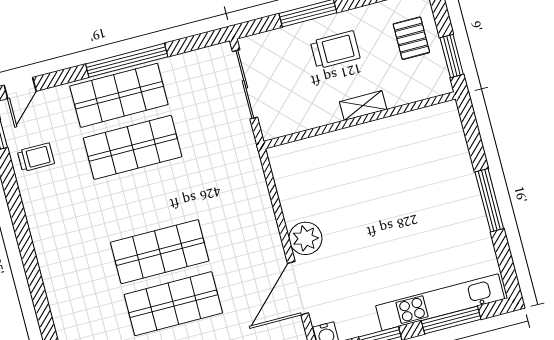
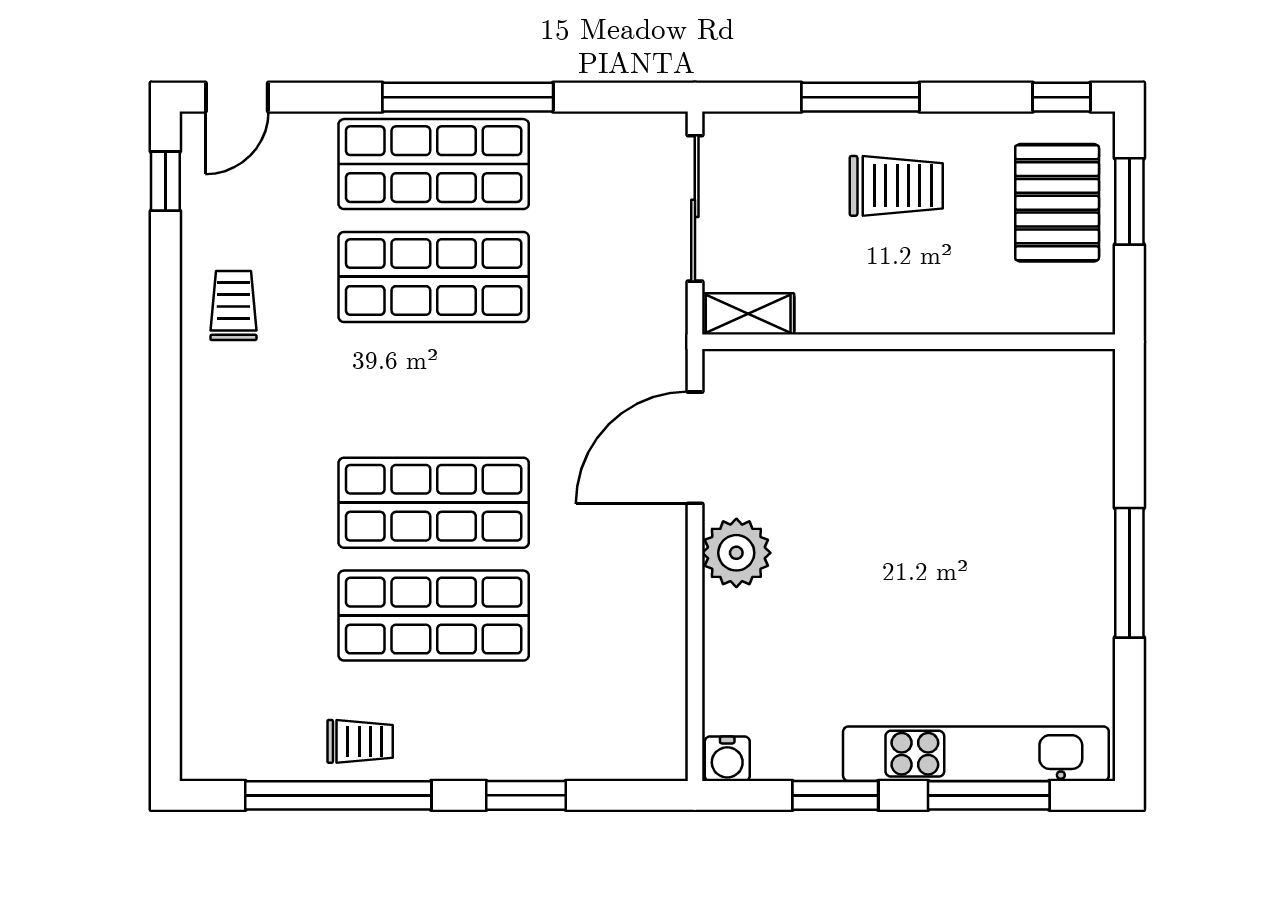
pallet: (411, 38) -> (1057, 203), width x1.50, depth x1.42
window: (452, 56) -> (1129, 201), moved
shelving: (363, 106) -> (748, 314), moved
trolley: (36, 157) -> (233, 306), moved, turned -90
door: (298, 288) -> (695, 448), moved

